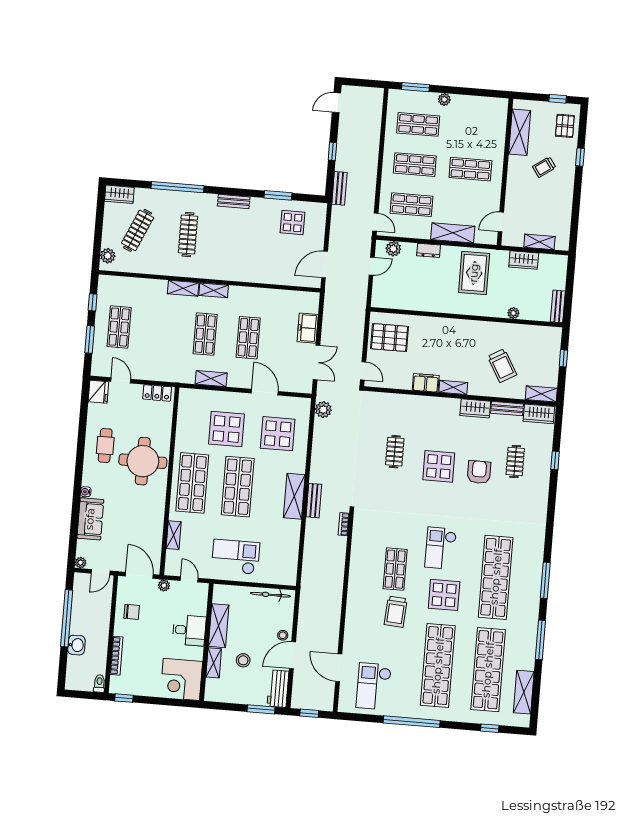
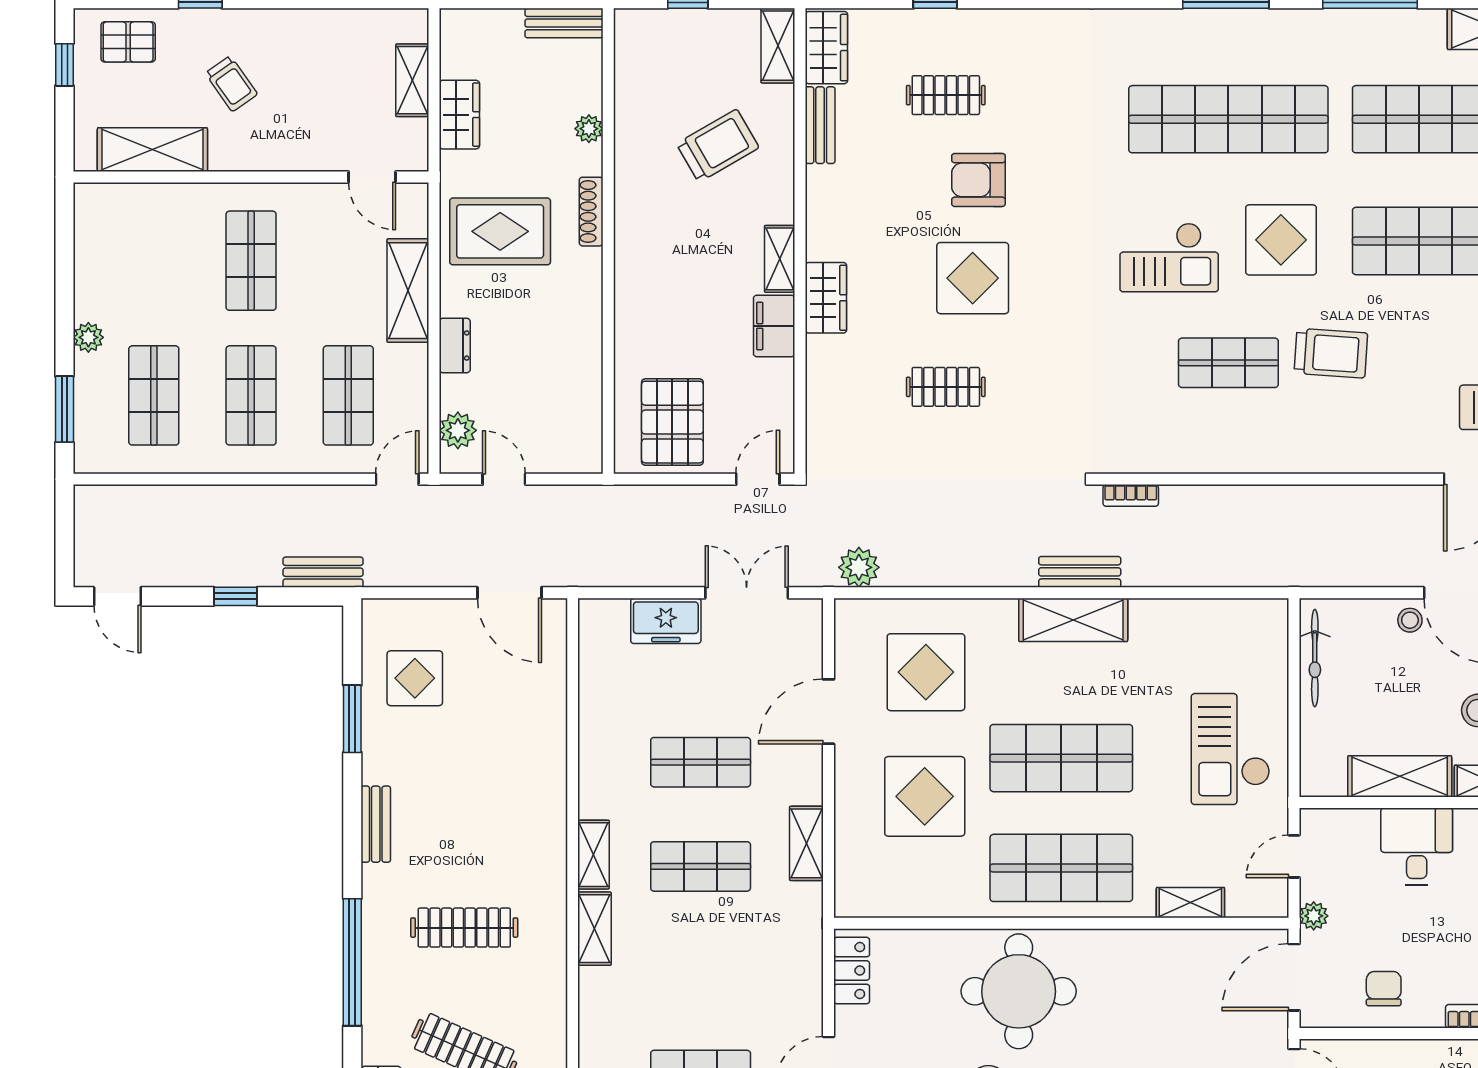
shoe rack: (479, 311) -> (591, 212), added
wardrobe: (475, 408) -> (826, 298), moved

